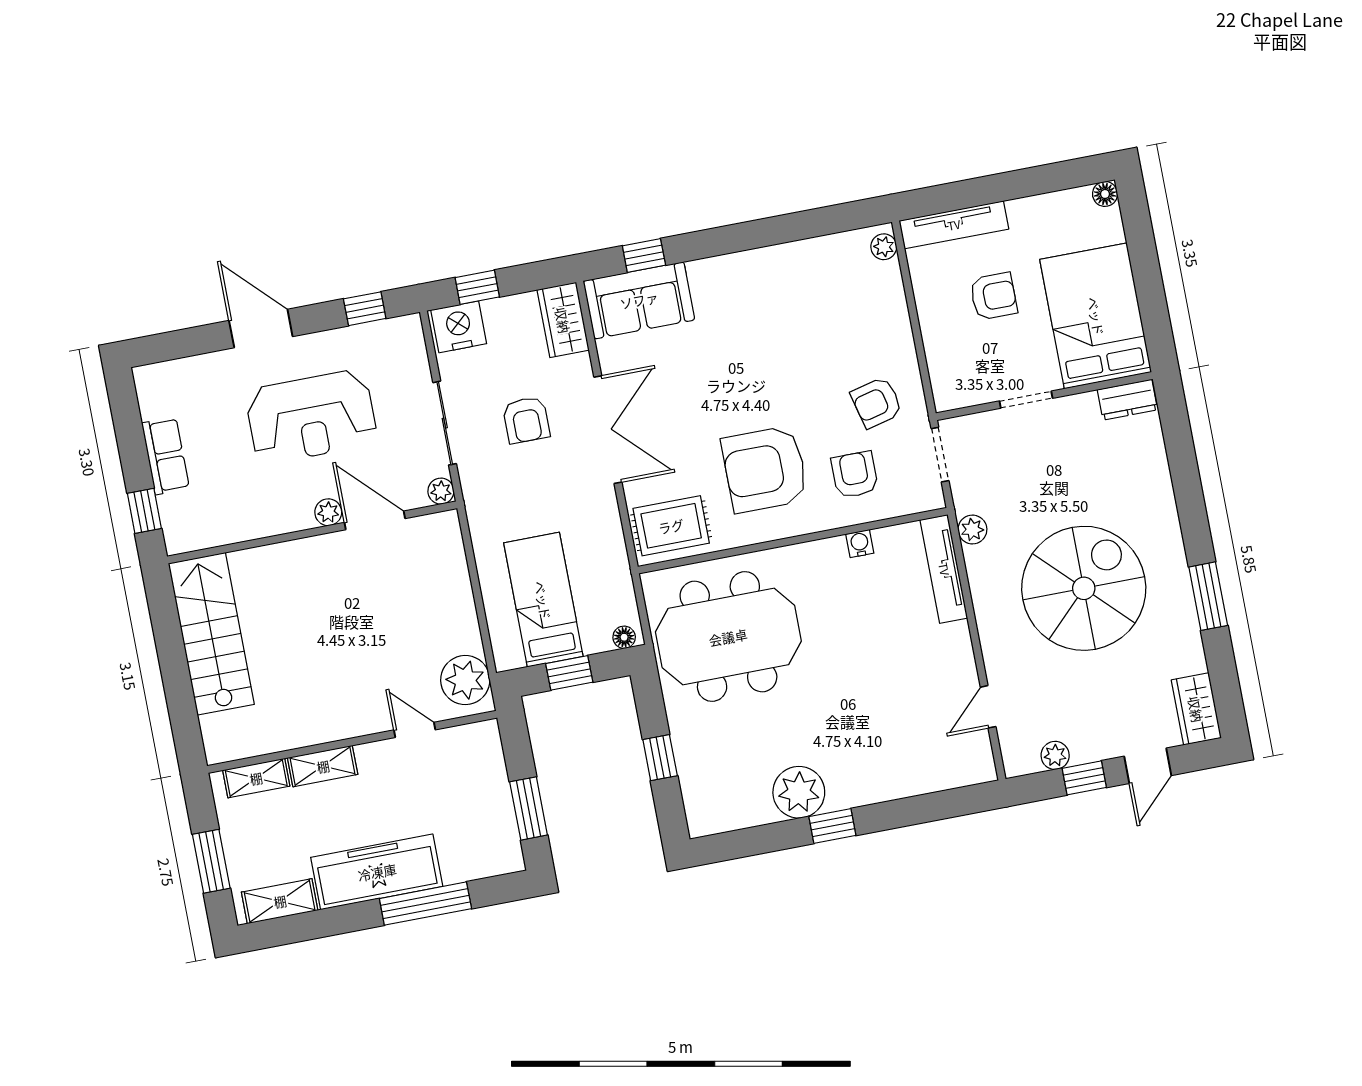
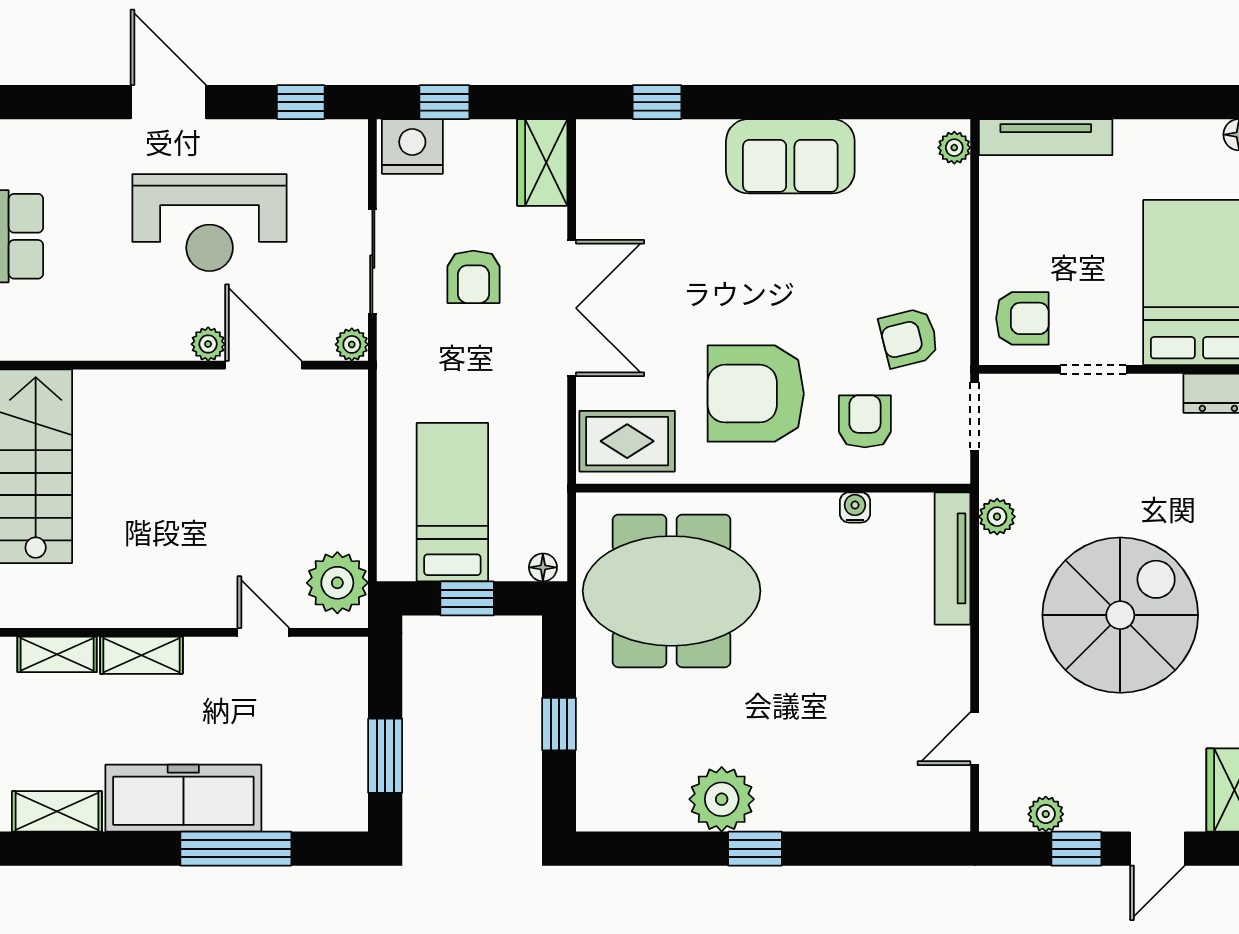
armchair: (993, 296) -> (1022, 318), moved
sofa: (639, 300) -> (790, 156), moved

